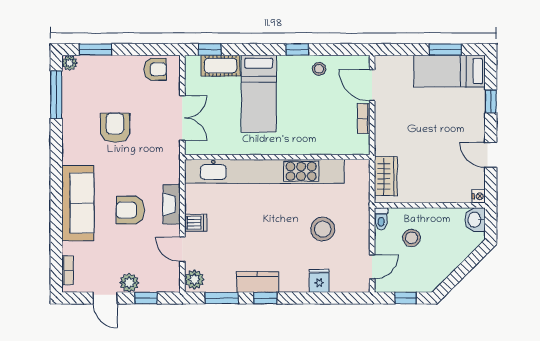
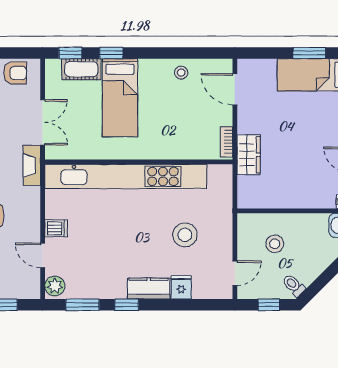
window: (297, 50) -> (111, 53), moved
bookcase: (364, 118) -> (226, 142), moved
wardrobe: (386, 176) -> (249, 155), moved
fireplace: (172, 204) -> (32, 165), moved
toilet: (381, 219) -> (294, 285), moved, turned 135
kitchen counter: (258, 282) -> (149, 288), moved

